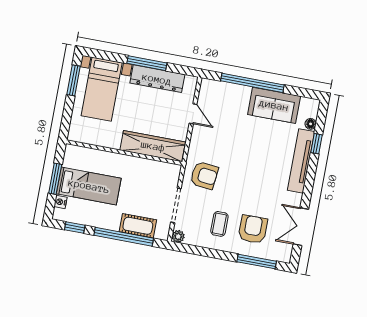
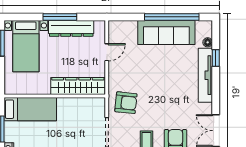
window: (252, 83) -> (172, 17), moved
sofa: (274, 105) -> (166, 32), width x1.36
door: (193, 114) -> (107, 52), hinge flipped
bed: (89, 186) -> (30, 109), moved

